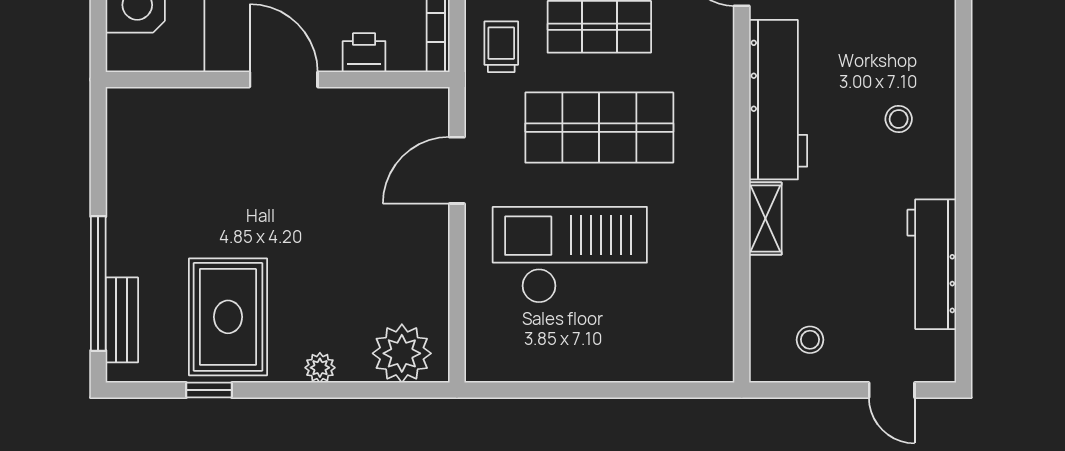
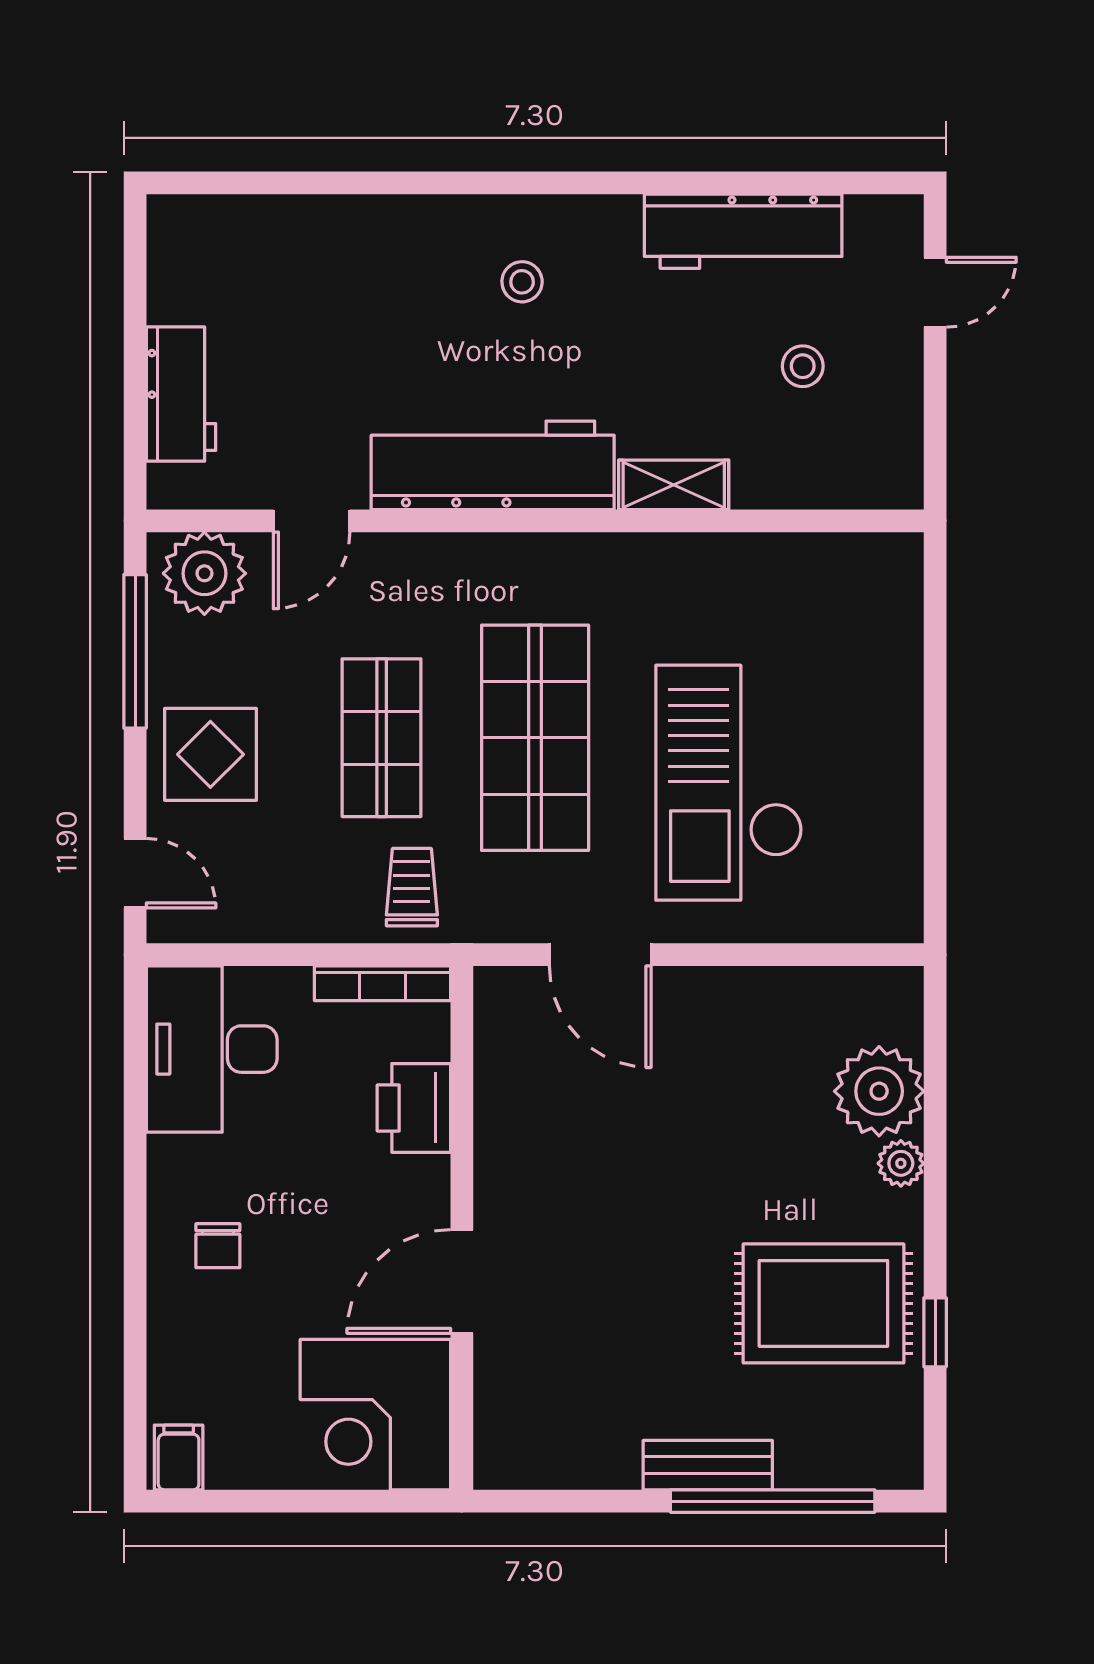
trolley: (501, 47) -> (412, 887), turned 90
printer: (364, 53) -> (414, 1108), width x1.36, depth x1.24
door: (284, 79) -> (462, 1282), moved
bench: (122, 320) -> (708, 1465), moved
stool: (810, 340) -> (803, 366), moved
plant: (402, 353) -> (879, 1091), moved

